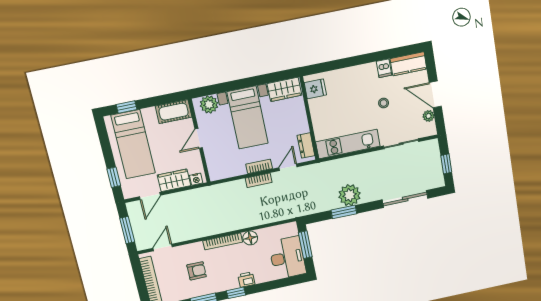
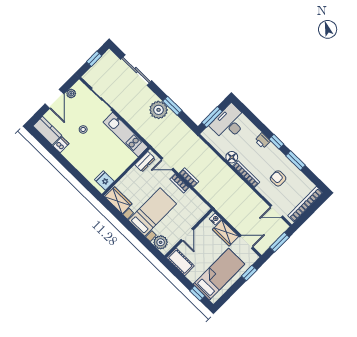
door: (199, 138) -> (187, 235), hinge flipped

